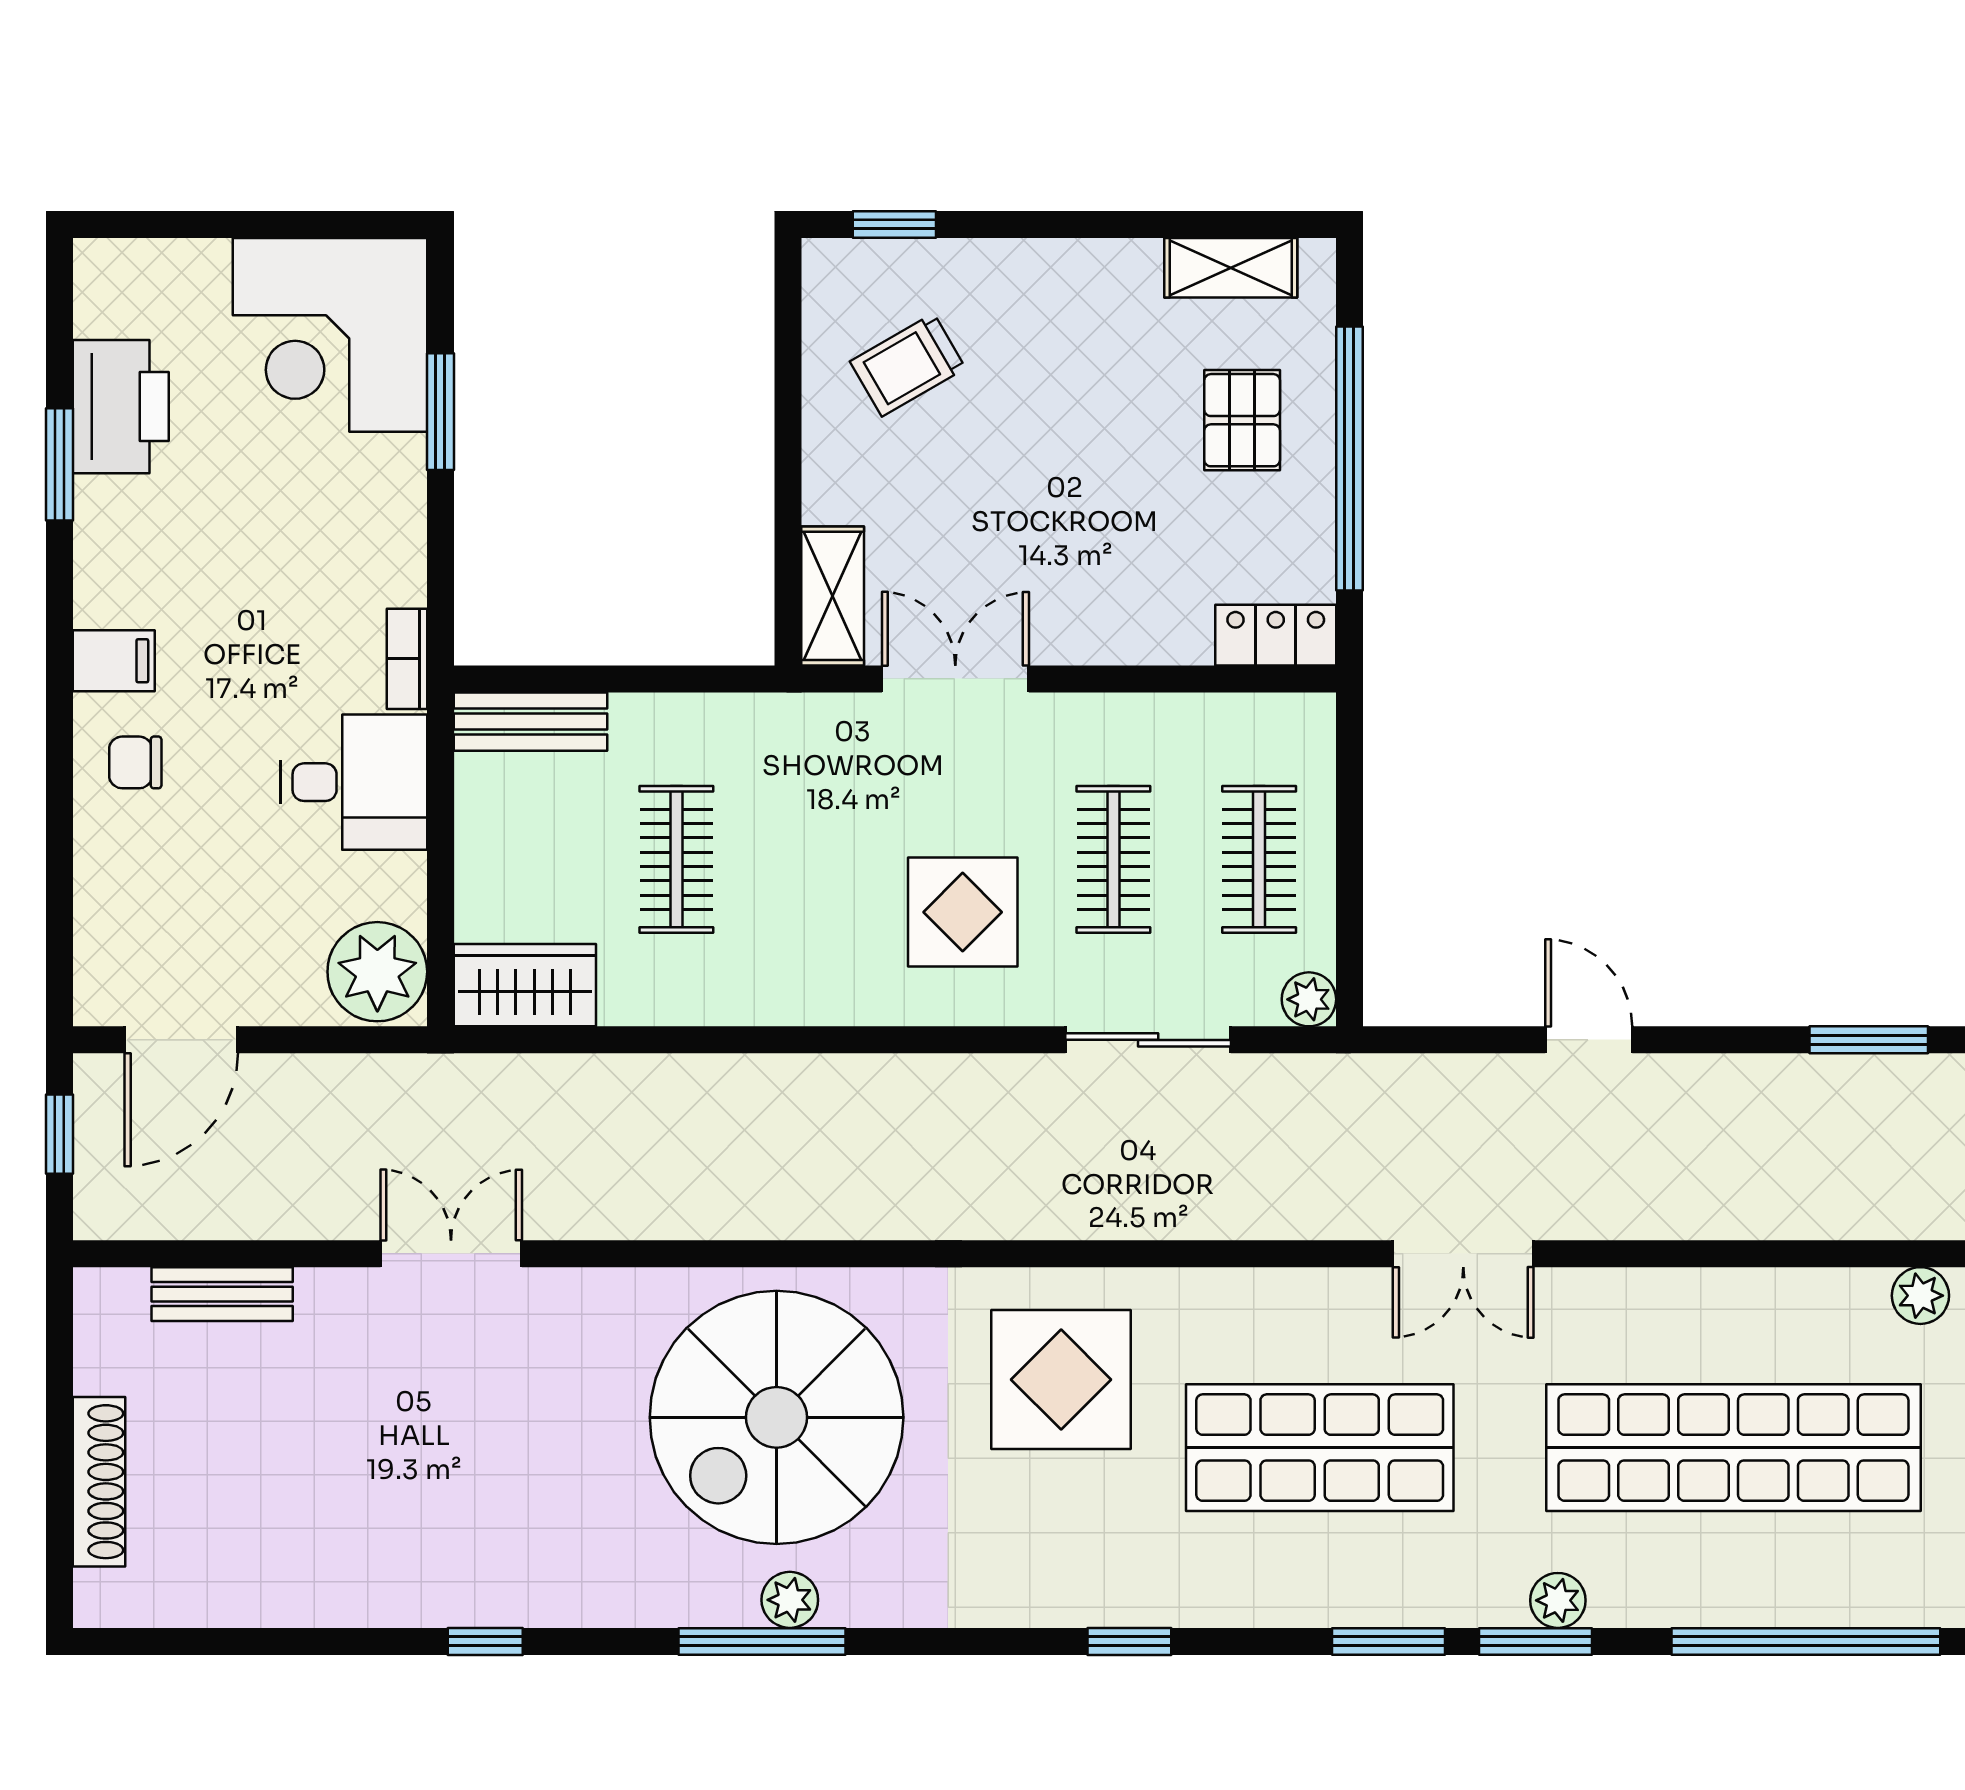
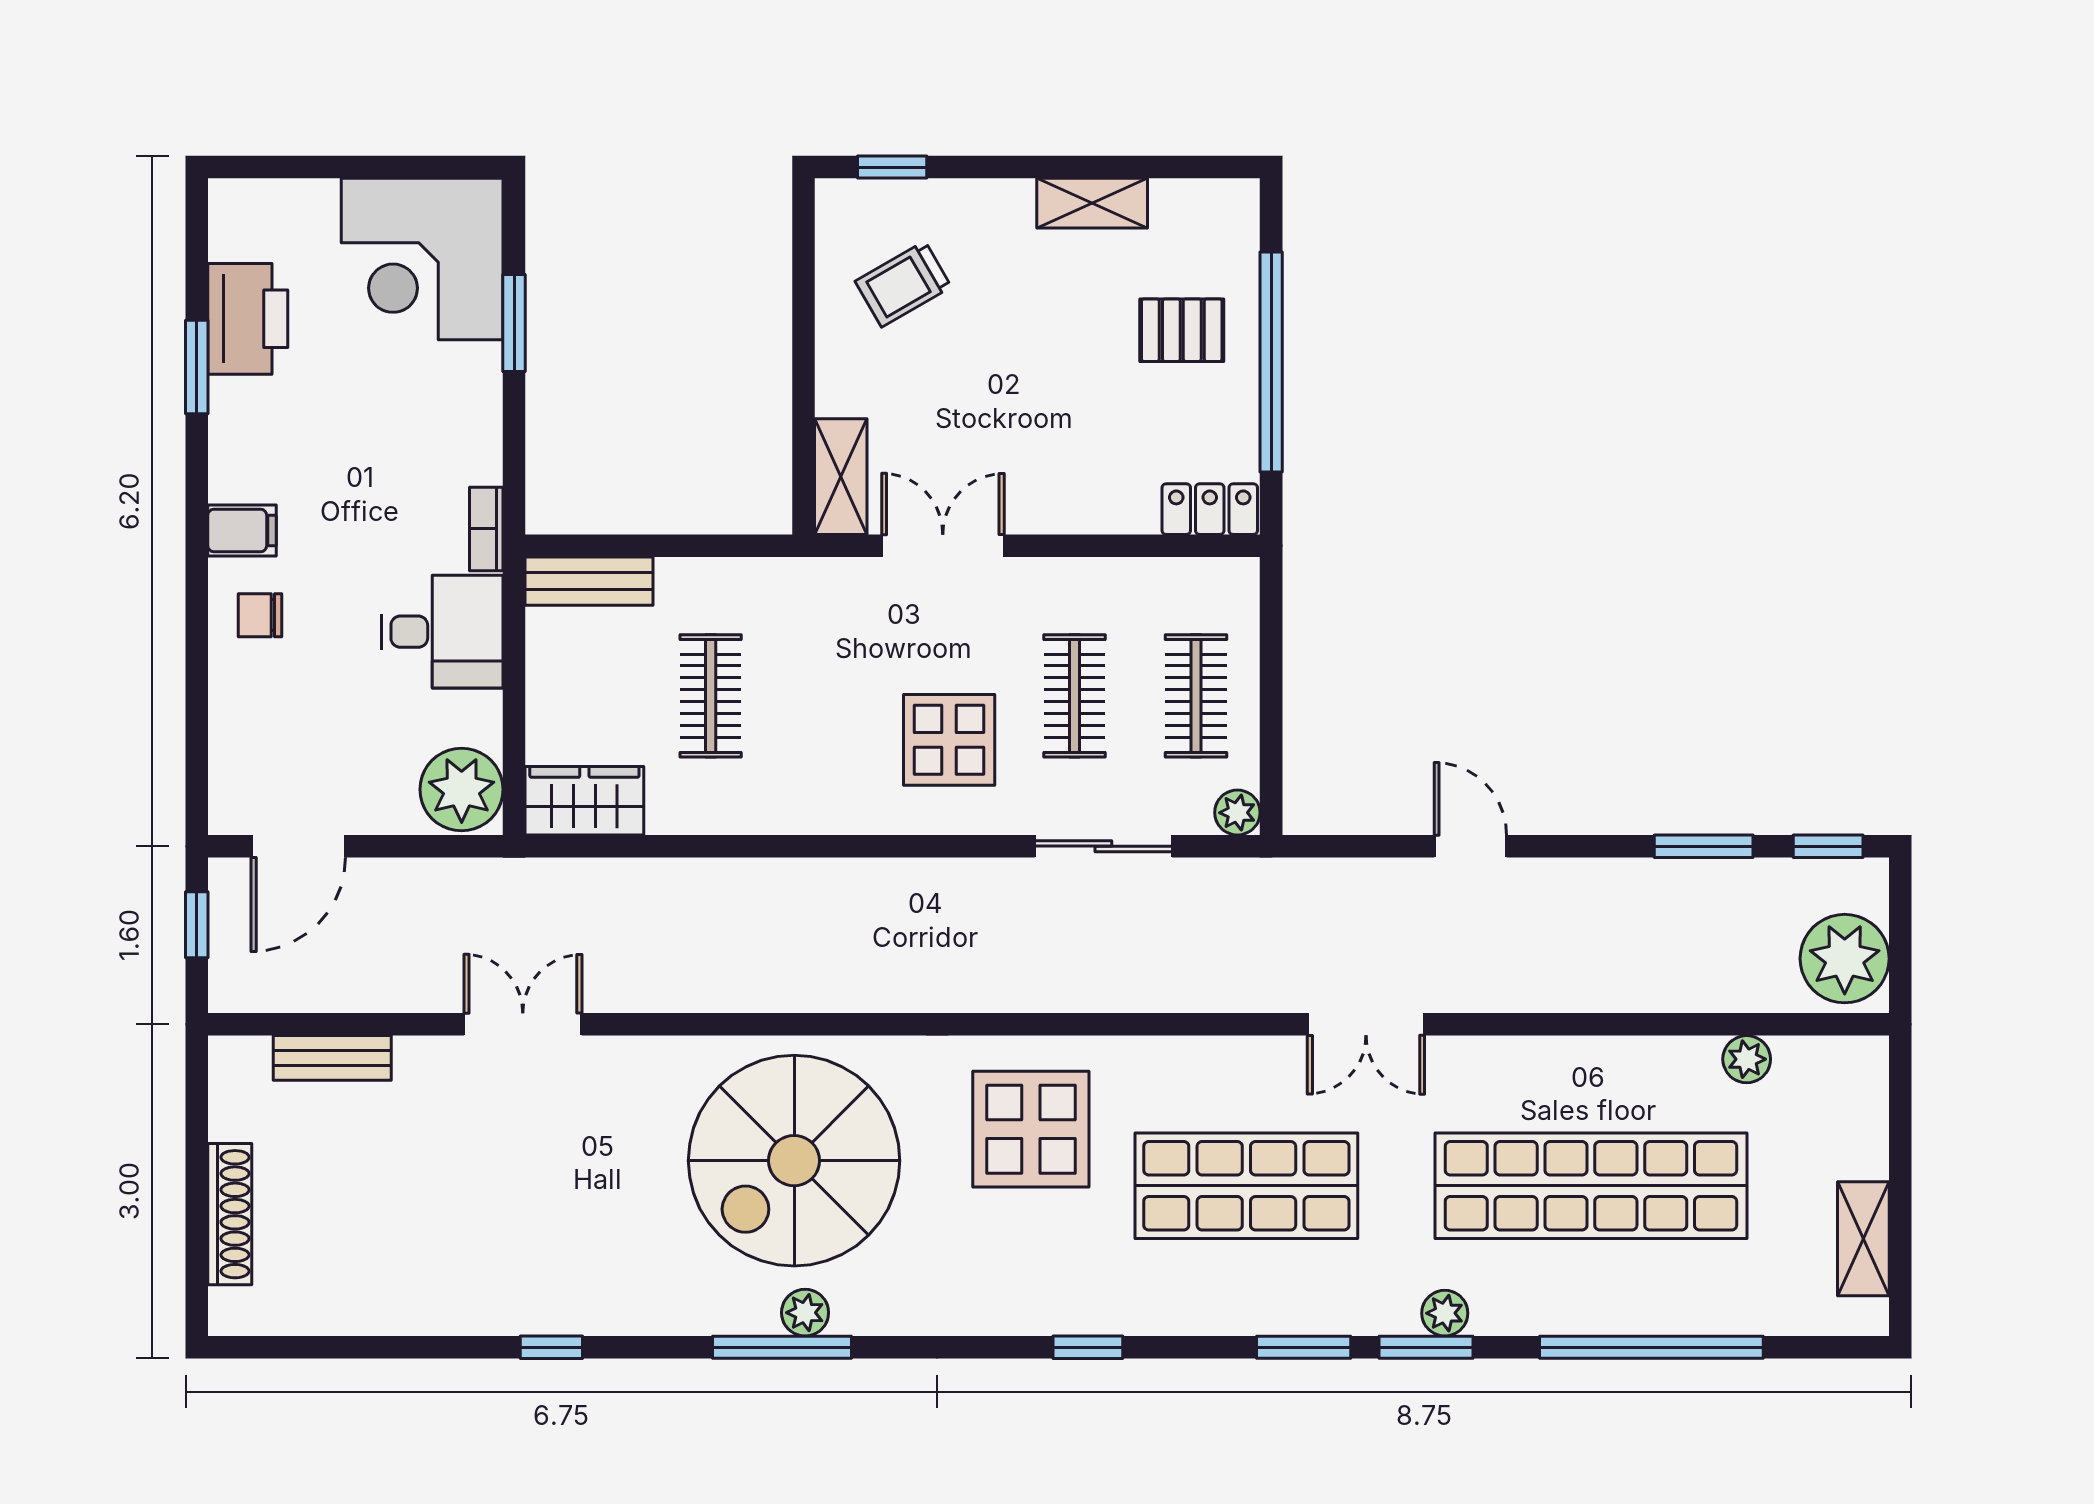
shelving: (1231, 268) -> (1092, 203), moved
pallet: (1242, 420) -> (1182, 330), turned 90

